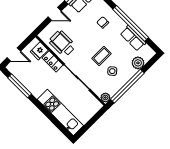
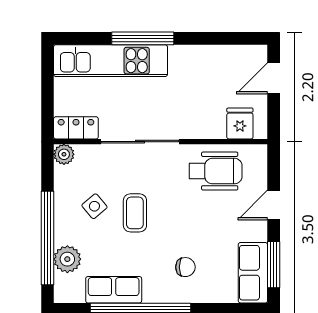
locker: (53, 61) -> (76, 128), moved
window: (20, 86) -> (143, 38), moved
window: (127, 86) -> (47, 238), moved

